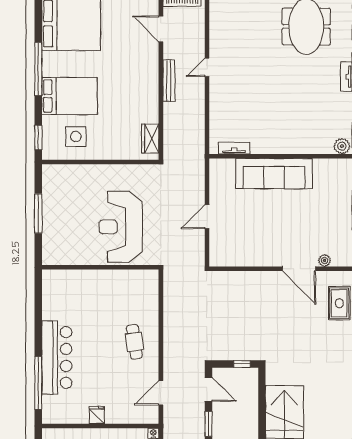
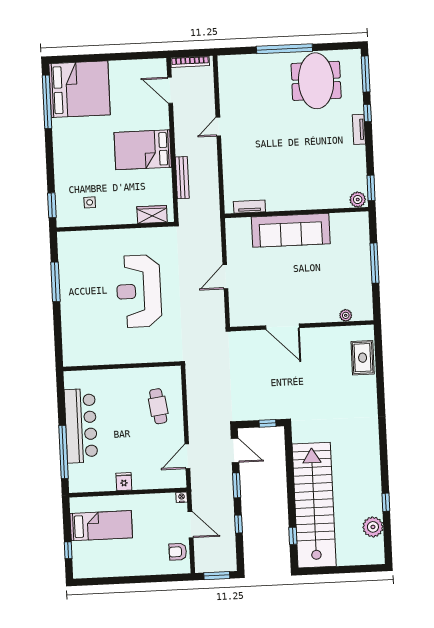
window: (38, 69) -> (47, 102), moved
bench: (169, 81) -> (182, 178), moved
bed: (70, 96) -> (143, 150), moved, turned 180
side table: (76, 136) -> (90, 202), width x0.54, depth x0.54
wardrobe: (150, 139) -> (152, 214), moved, turned 90
wall: (100, 267) -> (122, 366), moved
door: (299, 269) -> (282, 327), moved

